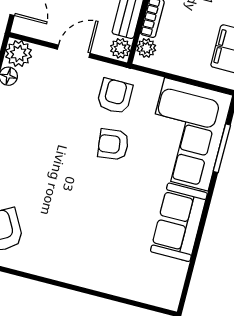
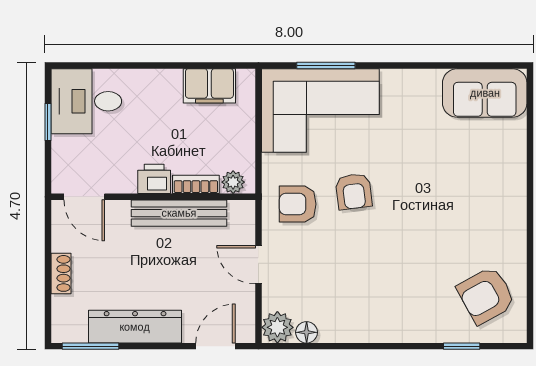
plant: (120, 48) -> (241, 212), removed
sofa: (179, 222) -> (485, 93), moved

